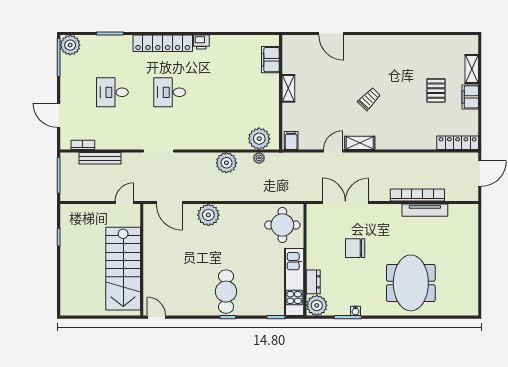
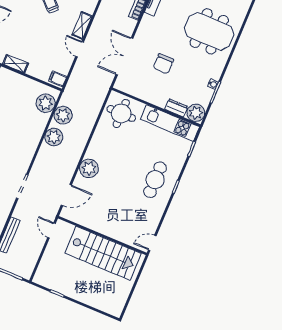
plant: (259, 158) -> (63, 115), width x1.88, depth x1.88
cafe table: (226, 292) -> (155, 180), turned 90

